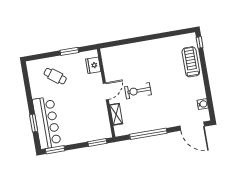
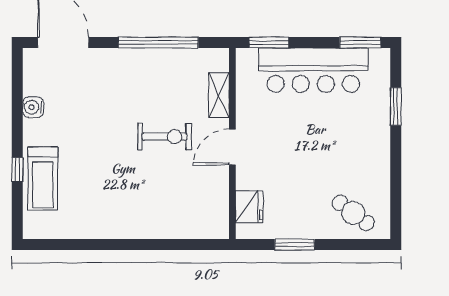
window: (200, 42) -> (17, 170), moved
cafe table: (55, 76) -> (353, 213), moved
water cooler: (203, 104) -> (33, 107), moved
bar counter: (47, 123) -> (313, 70), moved, turned -90

